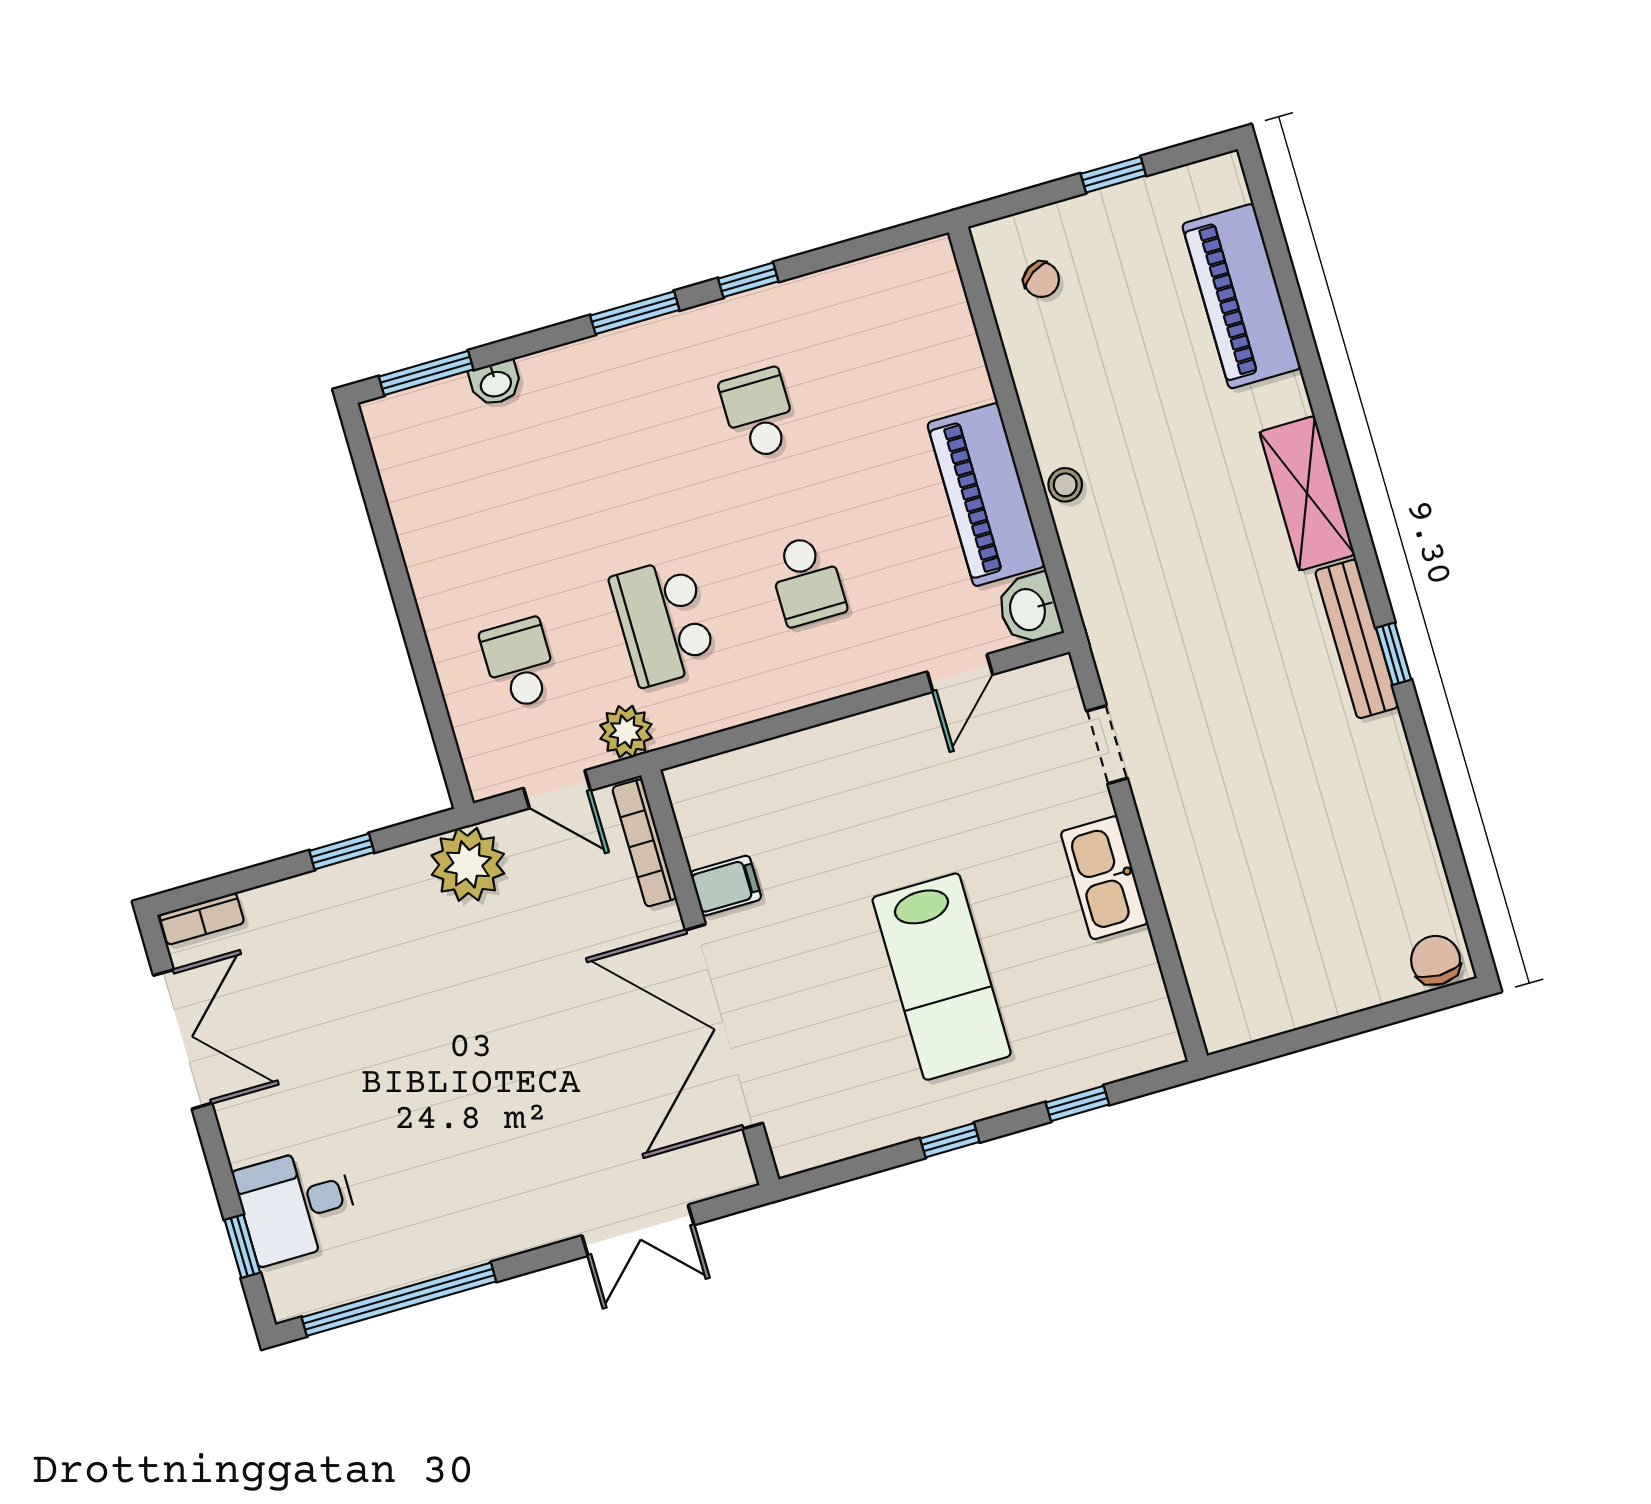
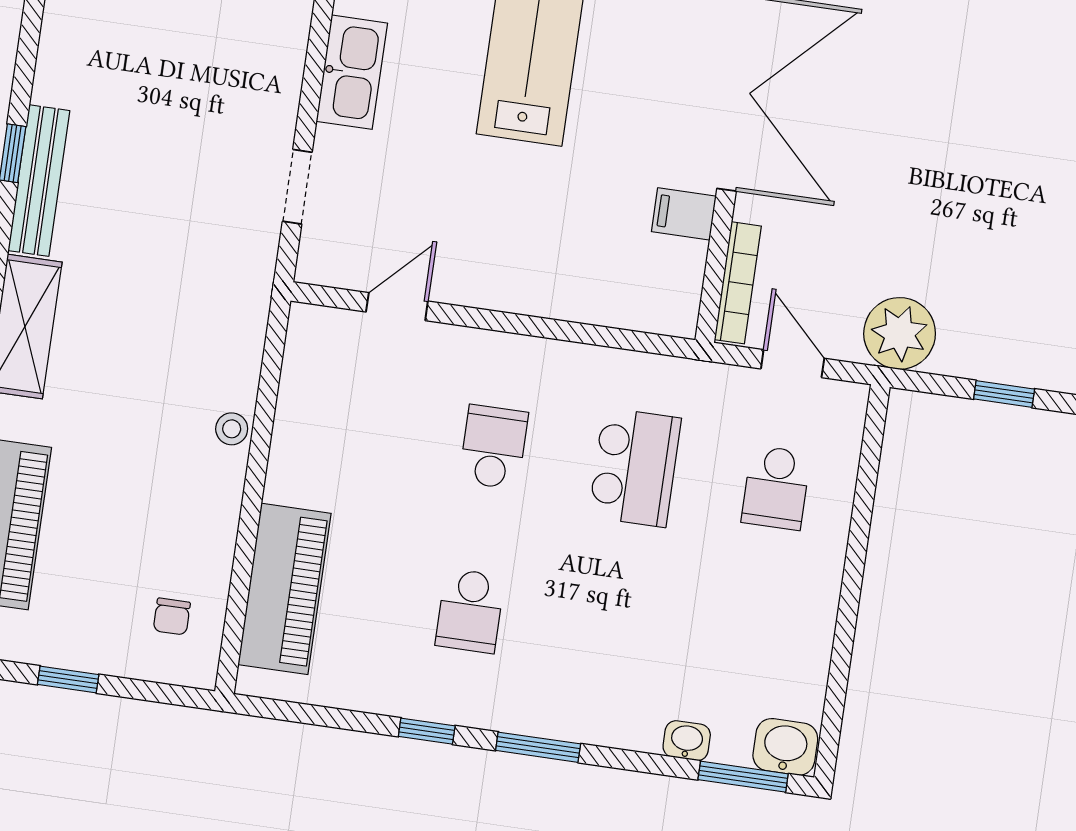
chair: (1041, 280) -> (172, 617), turned -146
piano: (986, 495) -> (284, 589), moved
washbasin: (1029, 609) -> (785, 747), moved, turned -90
plant: (626, 732) -> (710, 387), removed

